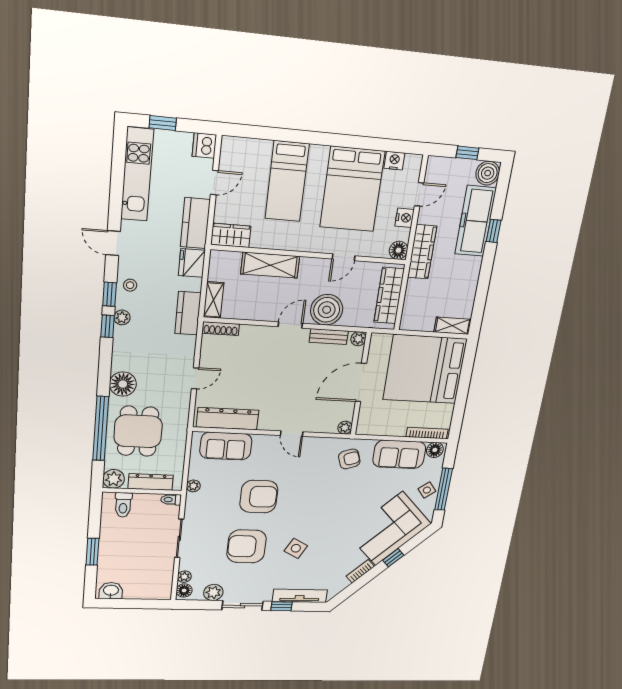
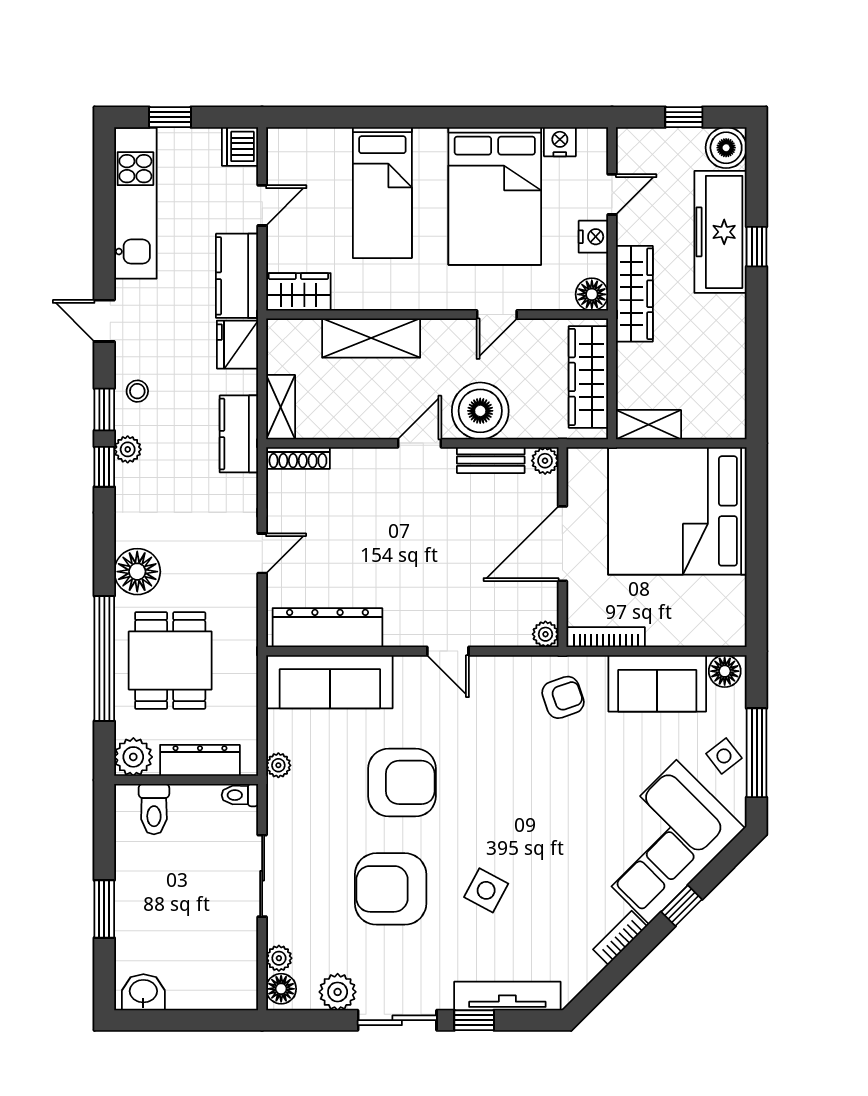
shelving: (452, 326) -> (649, 425), moved
bookcase: (427, 433) -> (606, 637), moved
sofa: (226, 446) -> (330, 682), width x1.36

